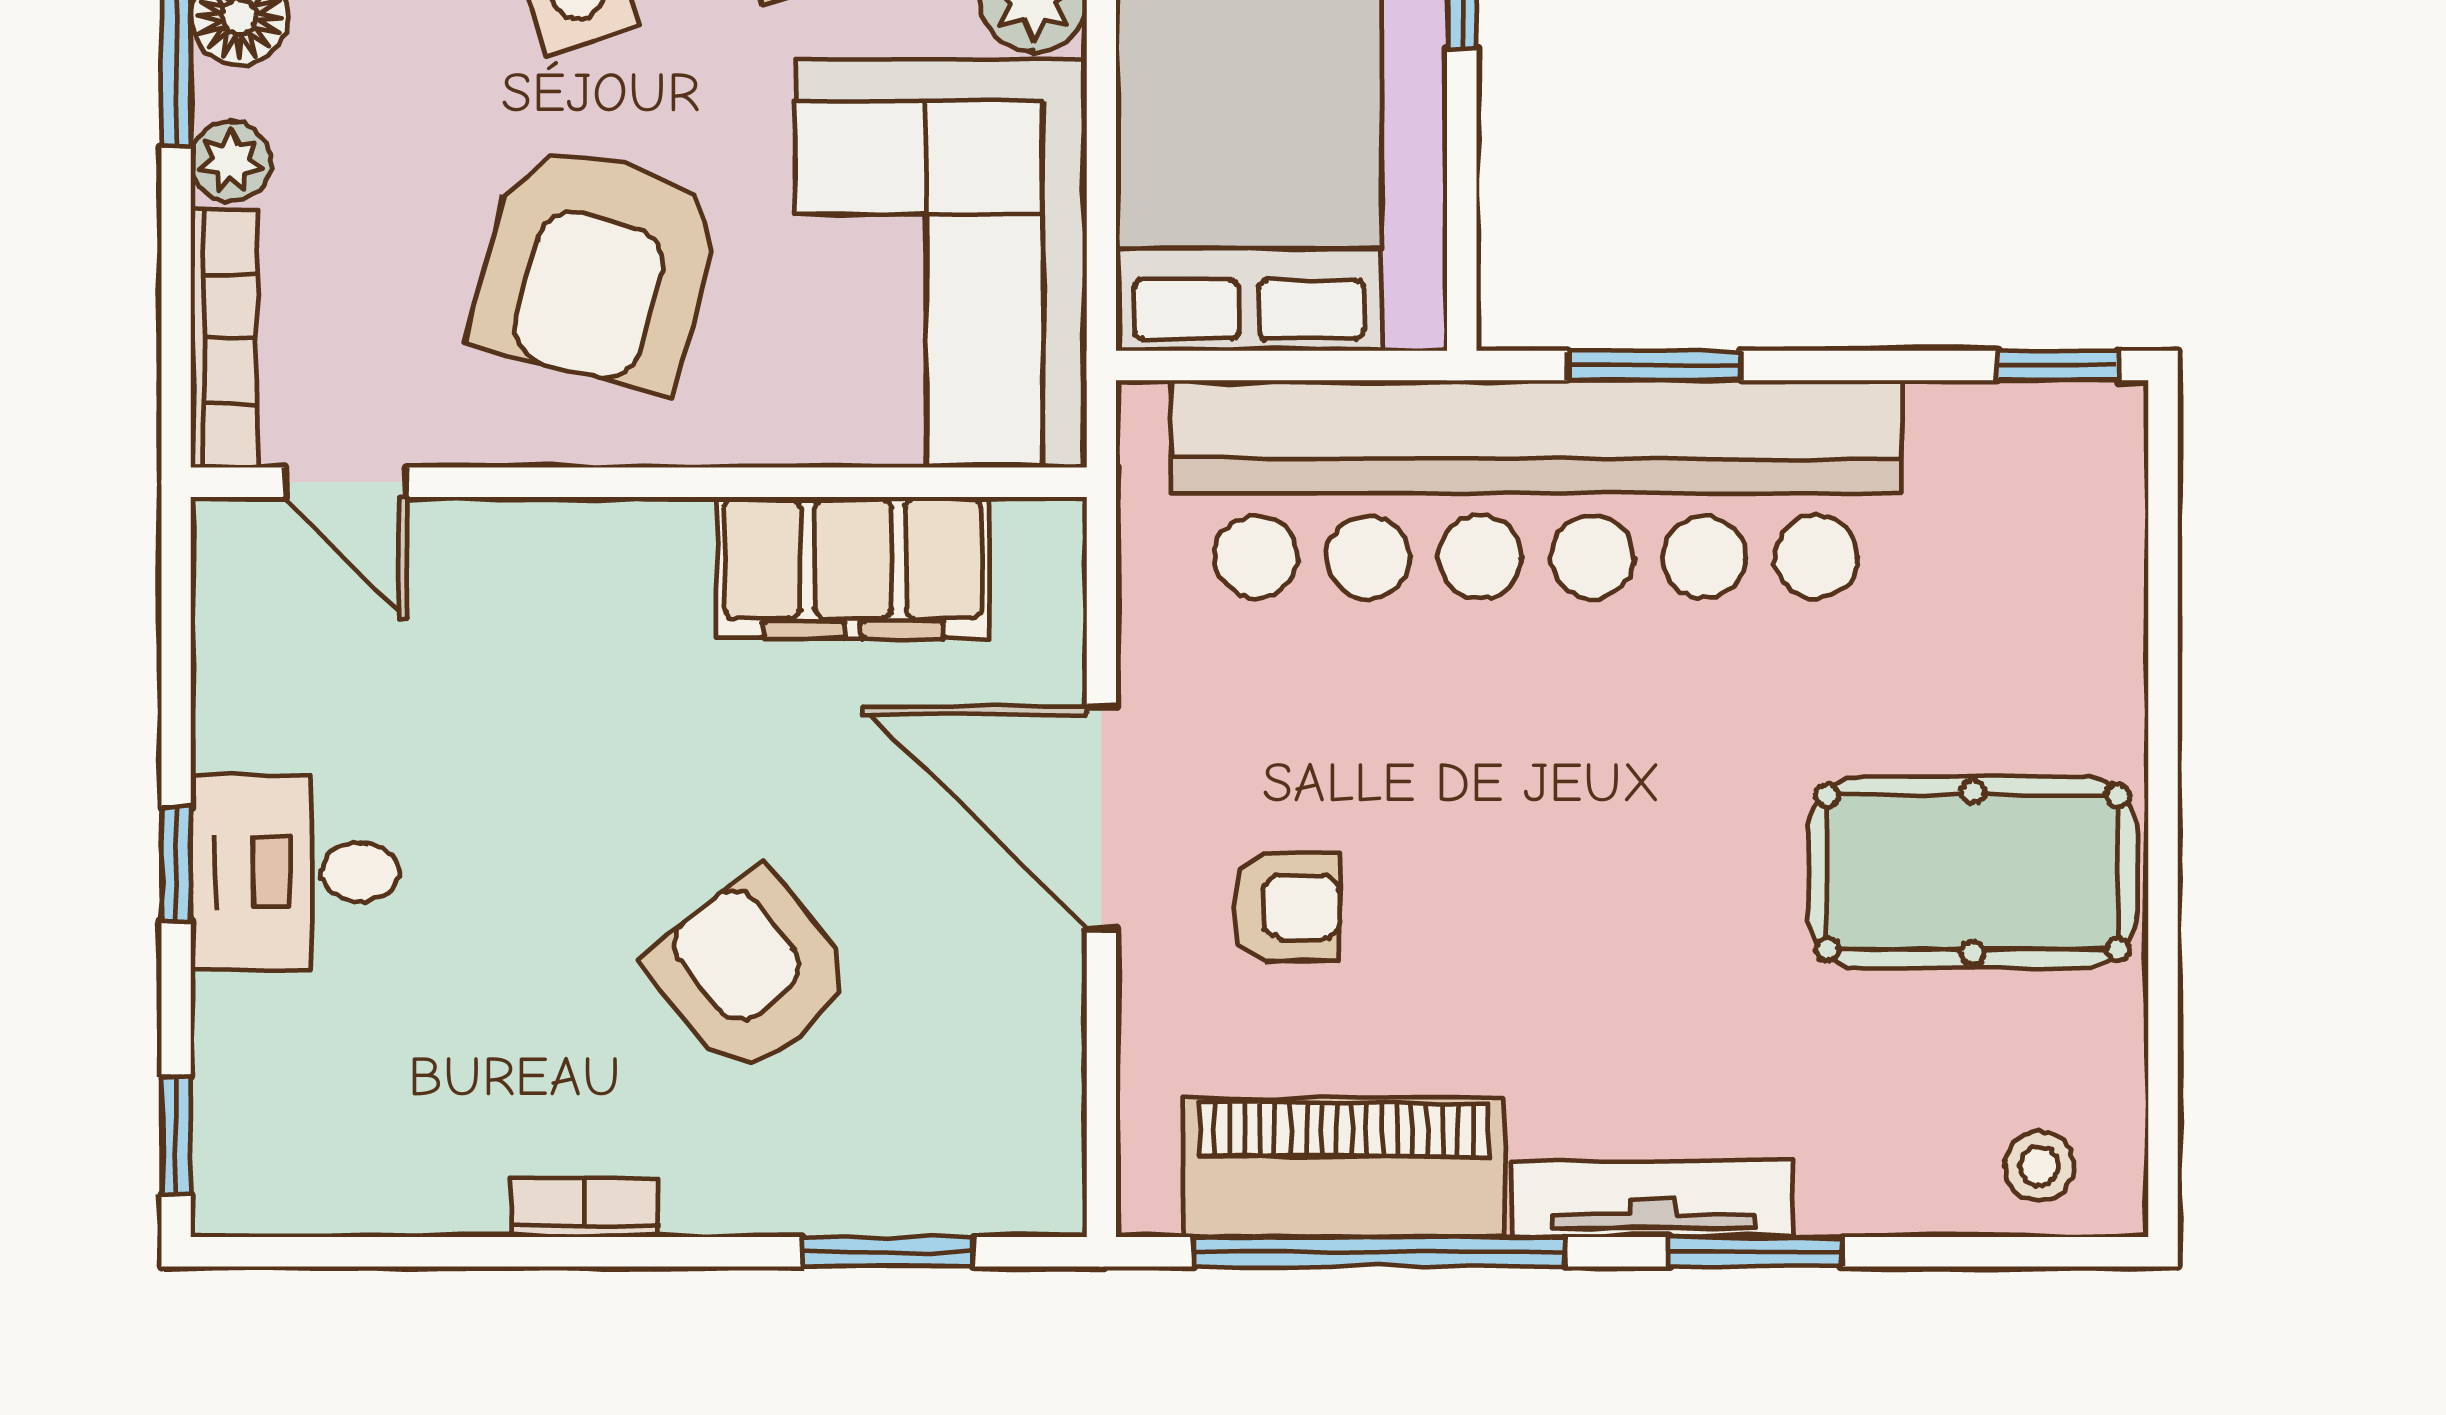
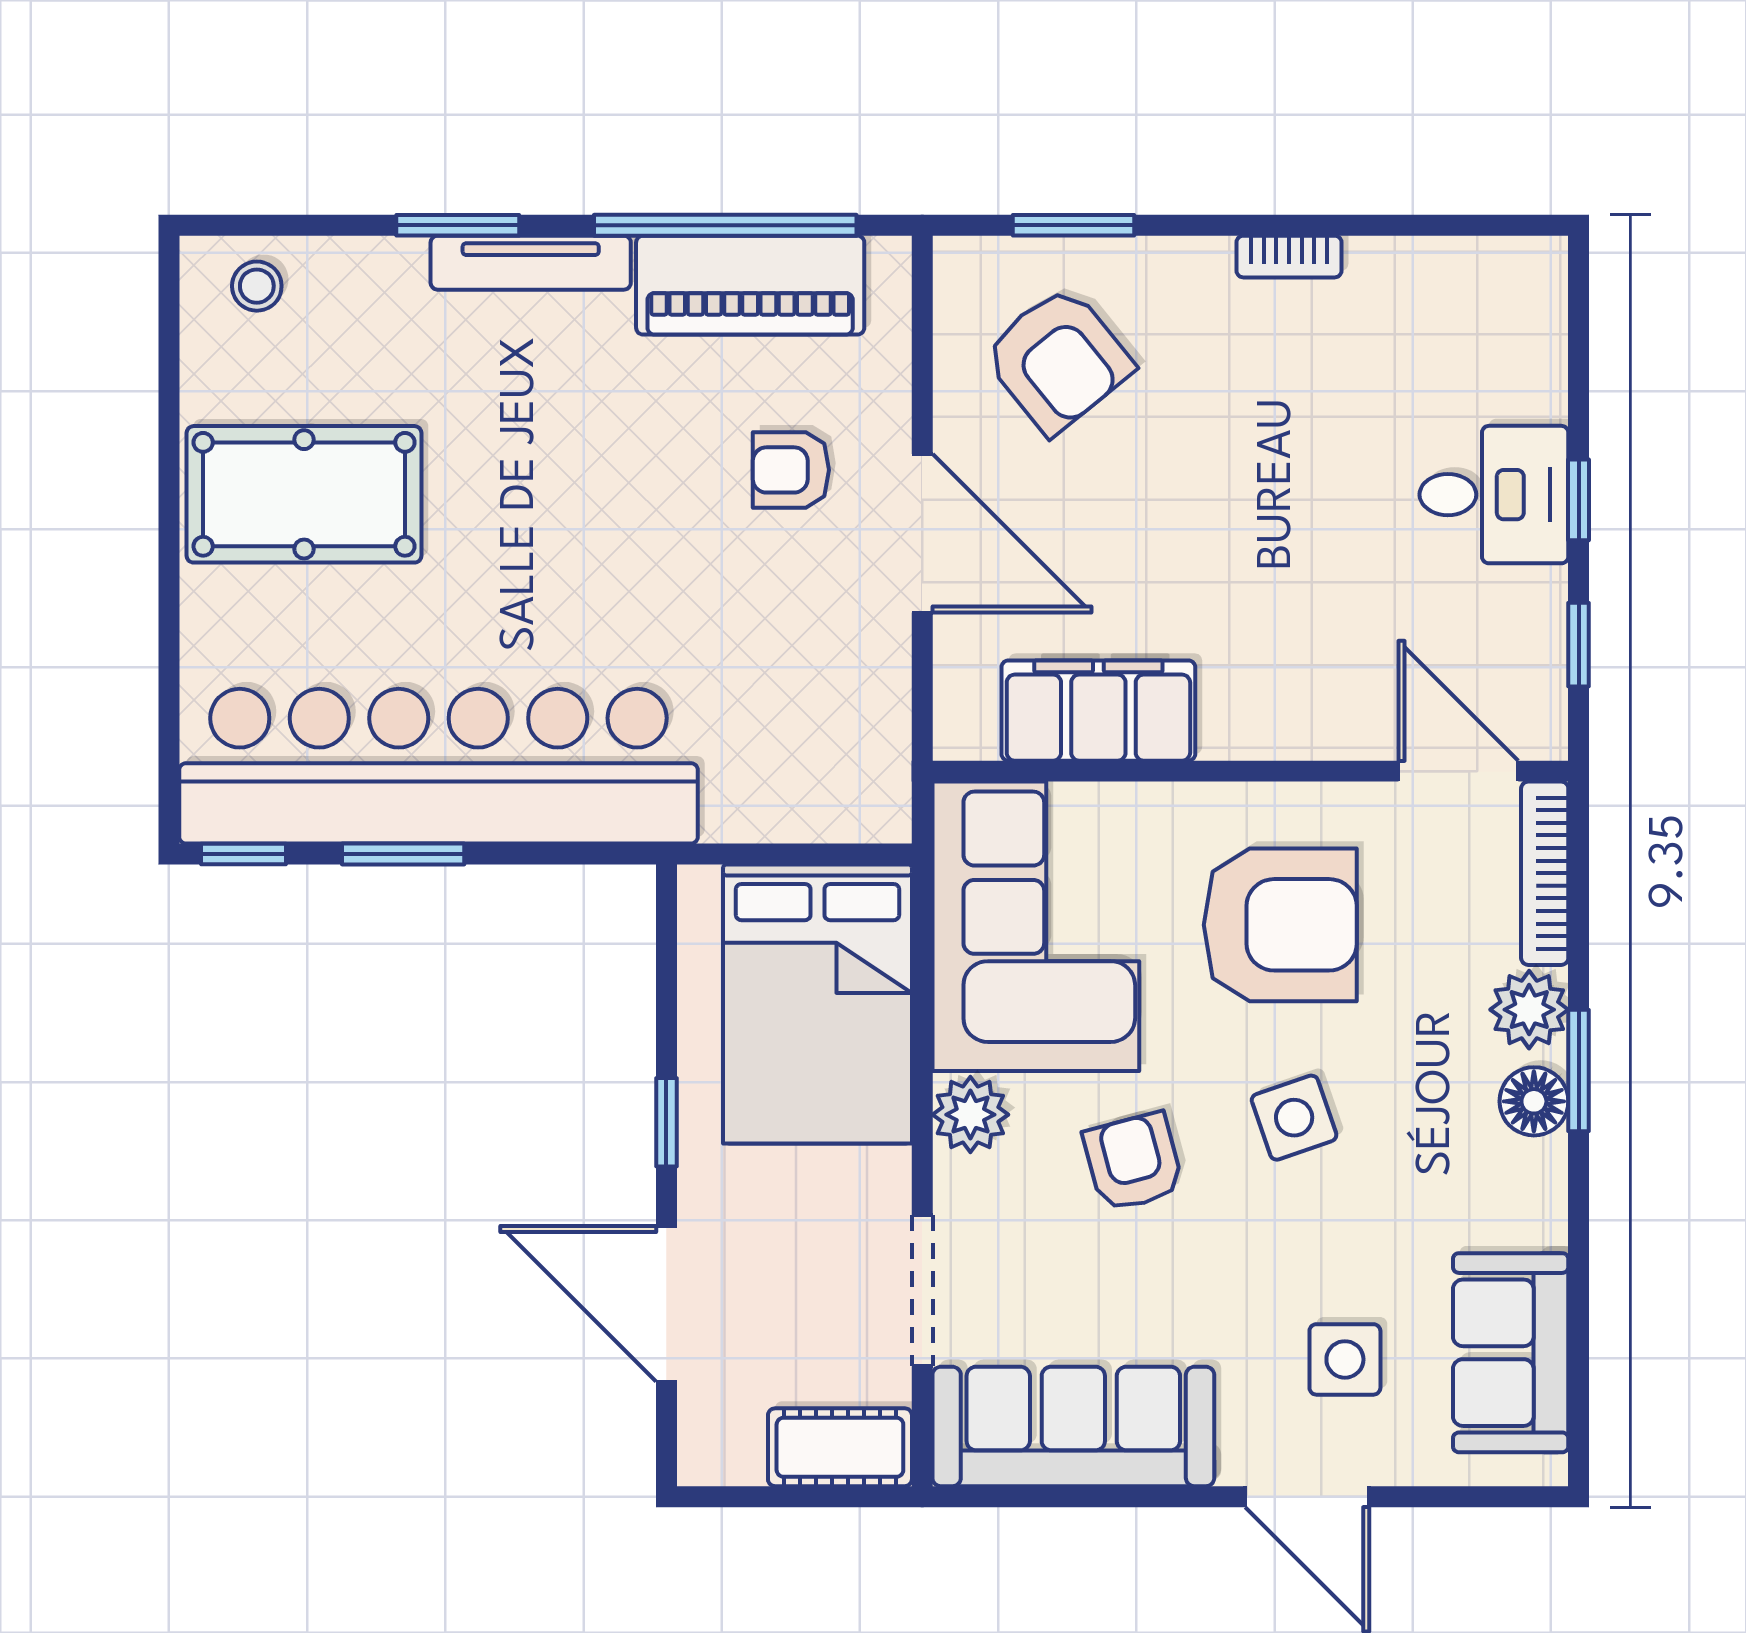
plant: (231, 161) -> (1529, 1010), width x1.38, depth x1.38
armchair: (597, 266) -> (1280, 925), turned 75
window: (1654, 365) -> (403, 854), moved
door: (346, 482) -> (1458, 771), width x1.38
bar counter: (1536, 489) -> (438, 766), moved
armchair: (751, 973) -> (1058, 360), moved
window: (176, 1136) -> (1579, 645), moved

